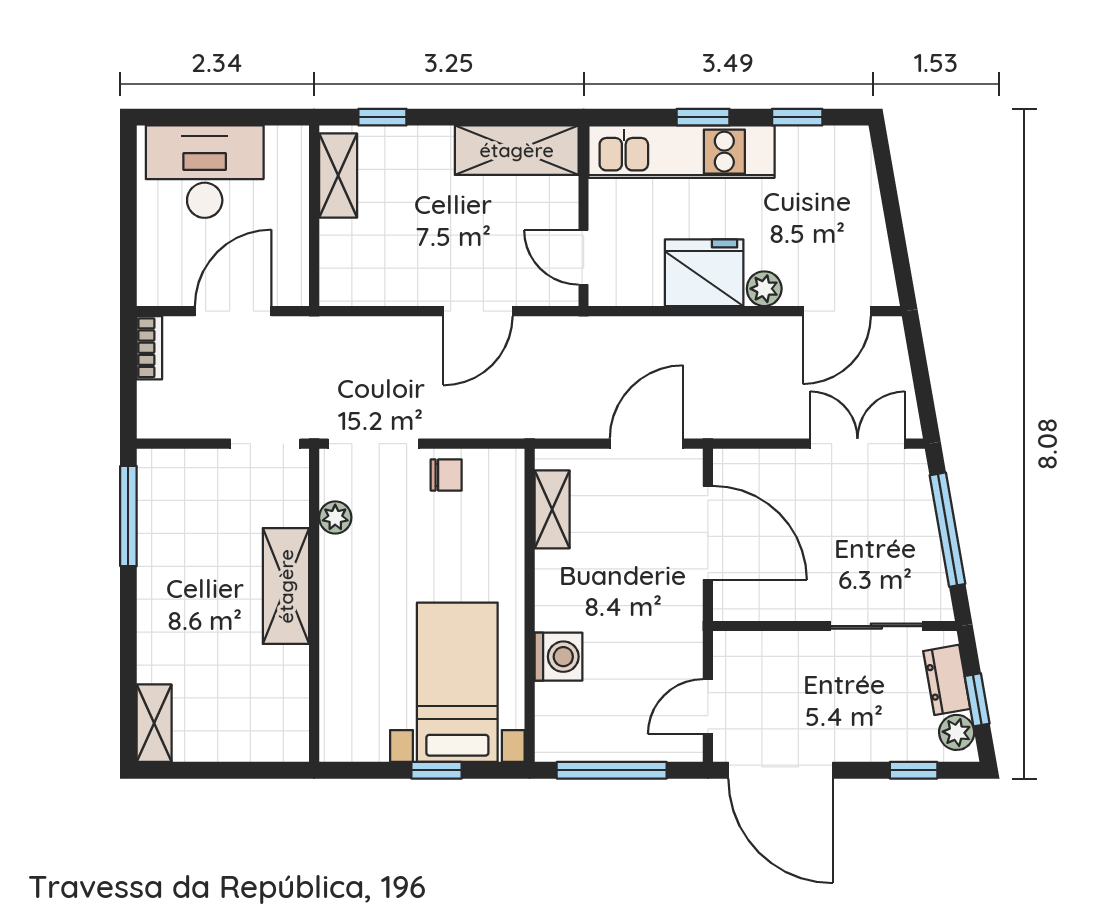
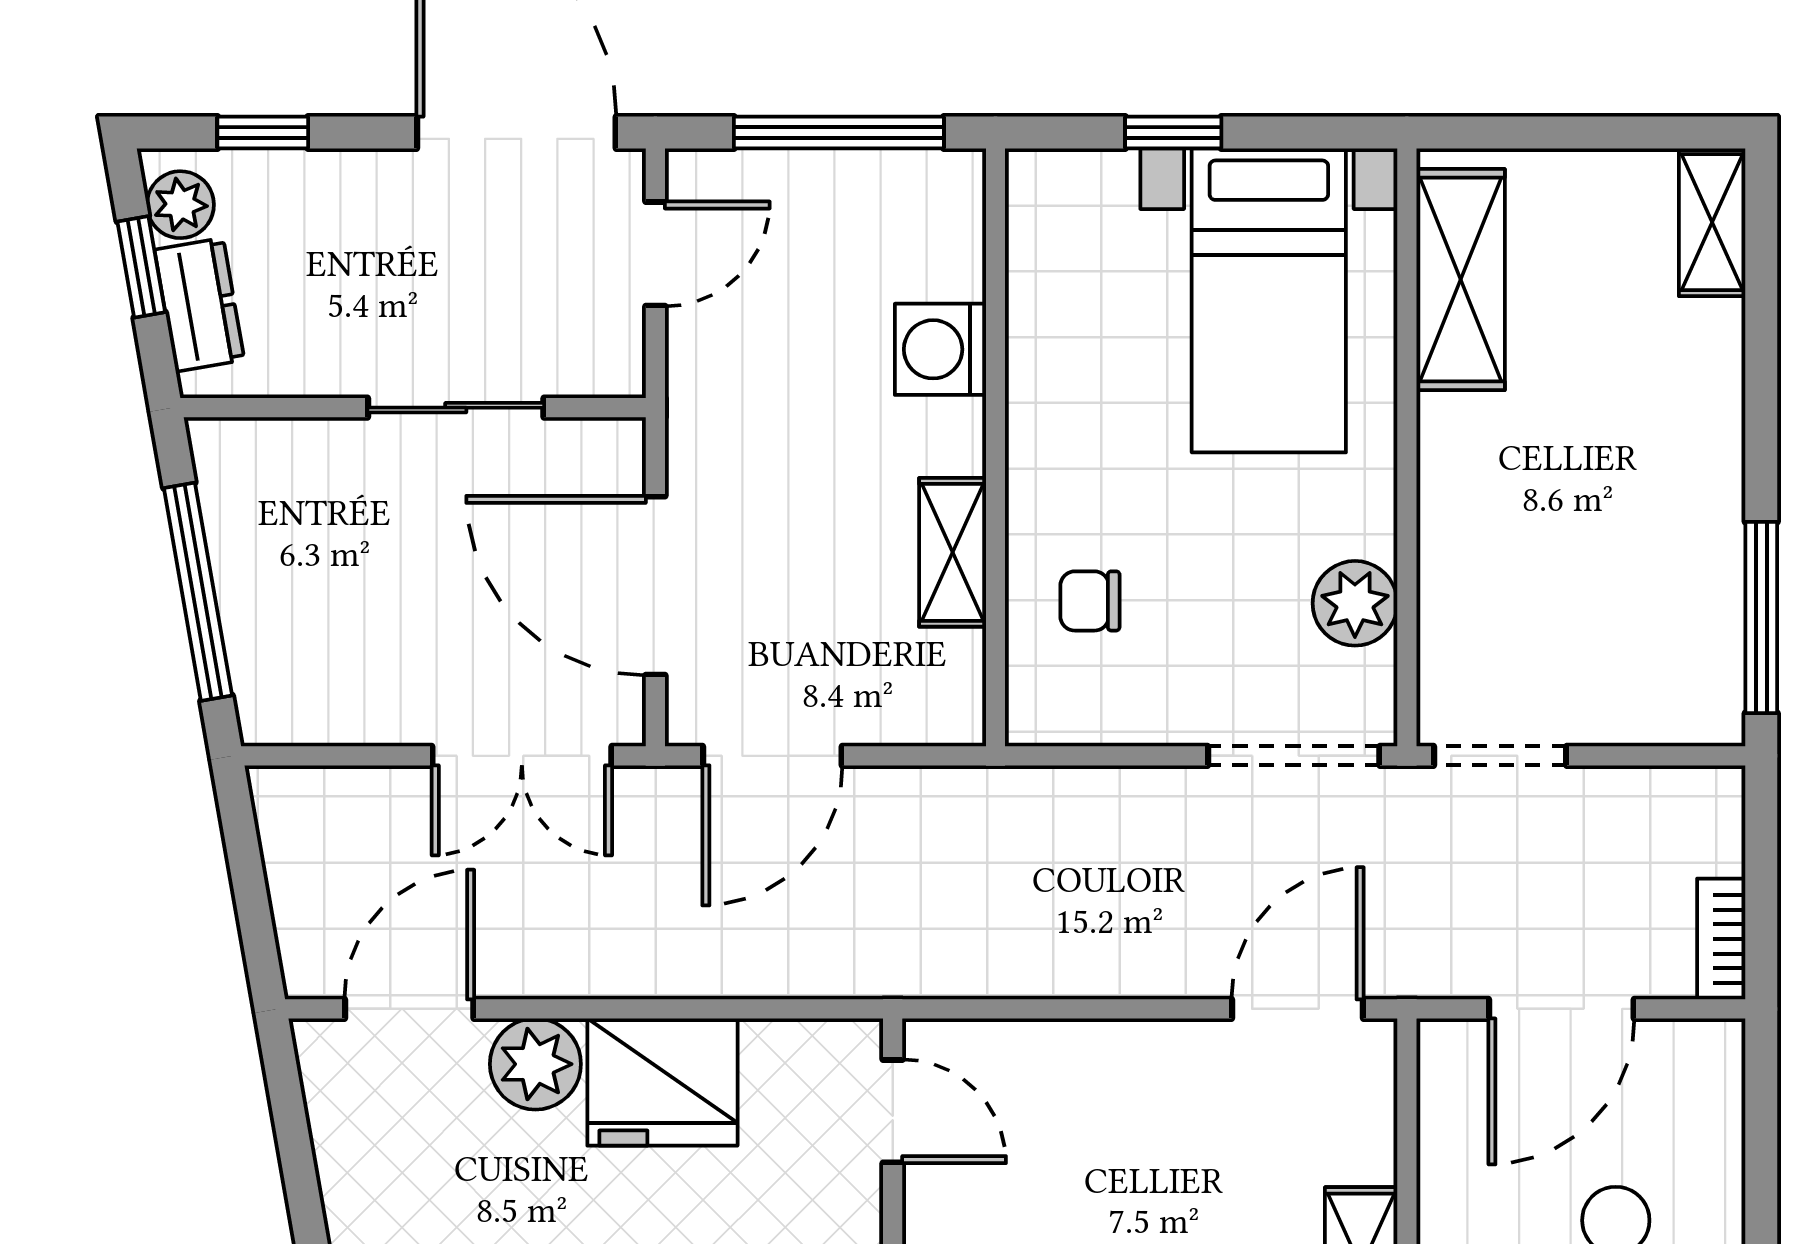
plant: (764, 289) -> (535, 1064), width x1.38, depth x1.38
door: (478, 311) -> (1298, 1009), moved
double door: (857, 444) -> (522, 756), moved
chair: (446, 475) -> (1090, 601), moved
shelving: (552, 509) -> (953, 552), moved
plant: (335, 518) -> (1355, 603), width x1.38, depth x1.38
shelving: (286, 586) -> (1461, 280), moved
sliding door: (876, 626) -> (456, 408), moved
bed with nightstands: (457, 682) -> (1269, 300), moved

